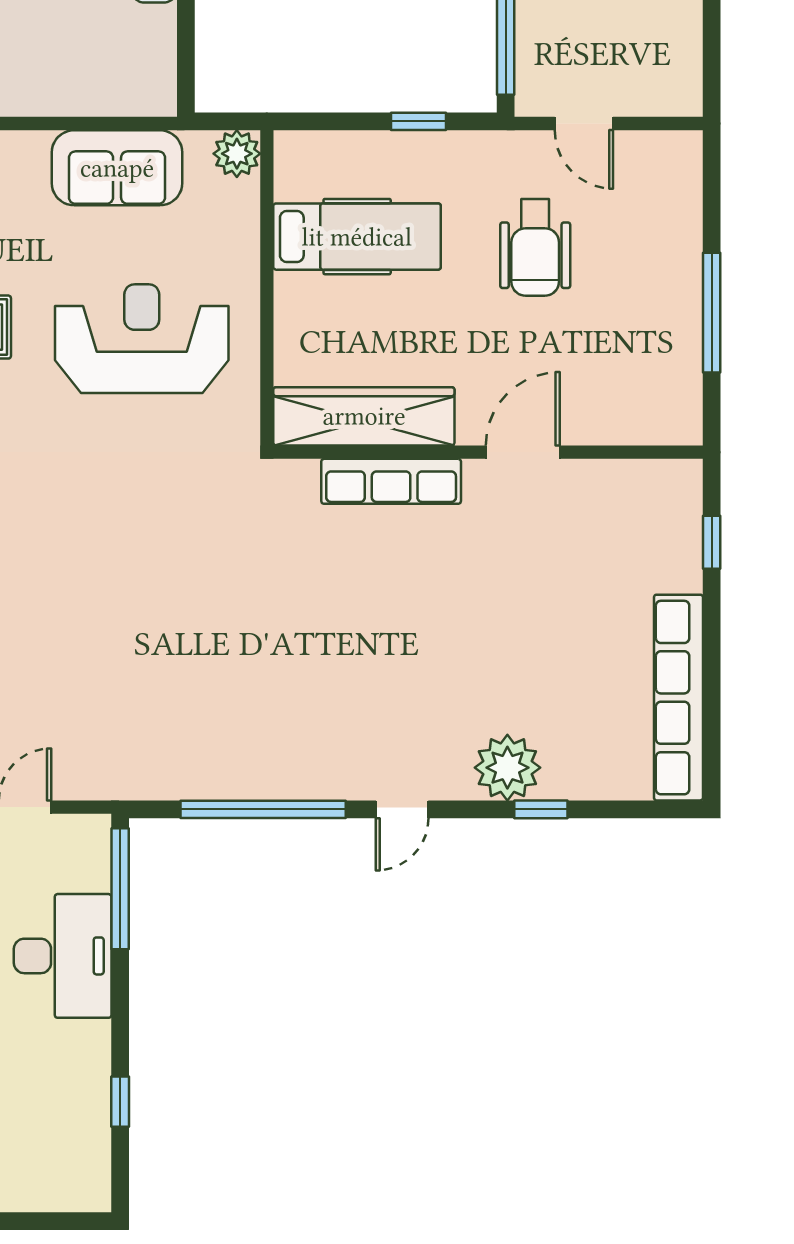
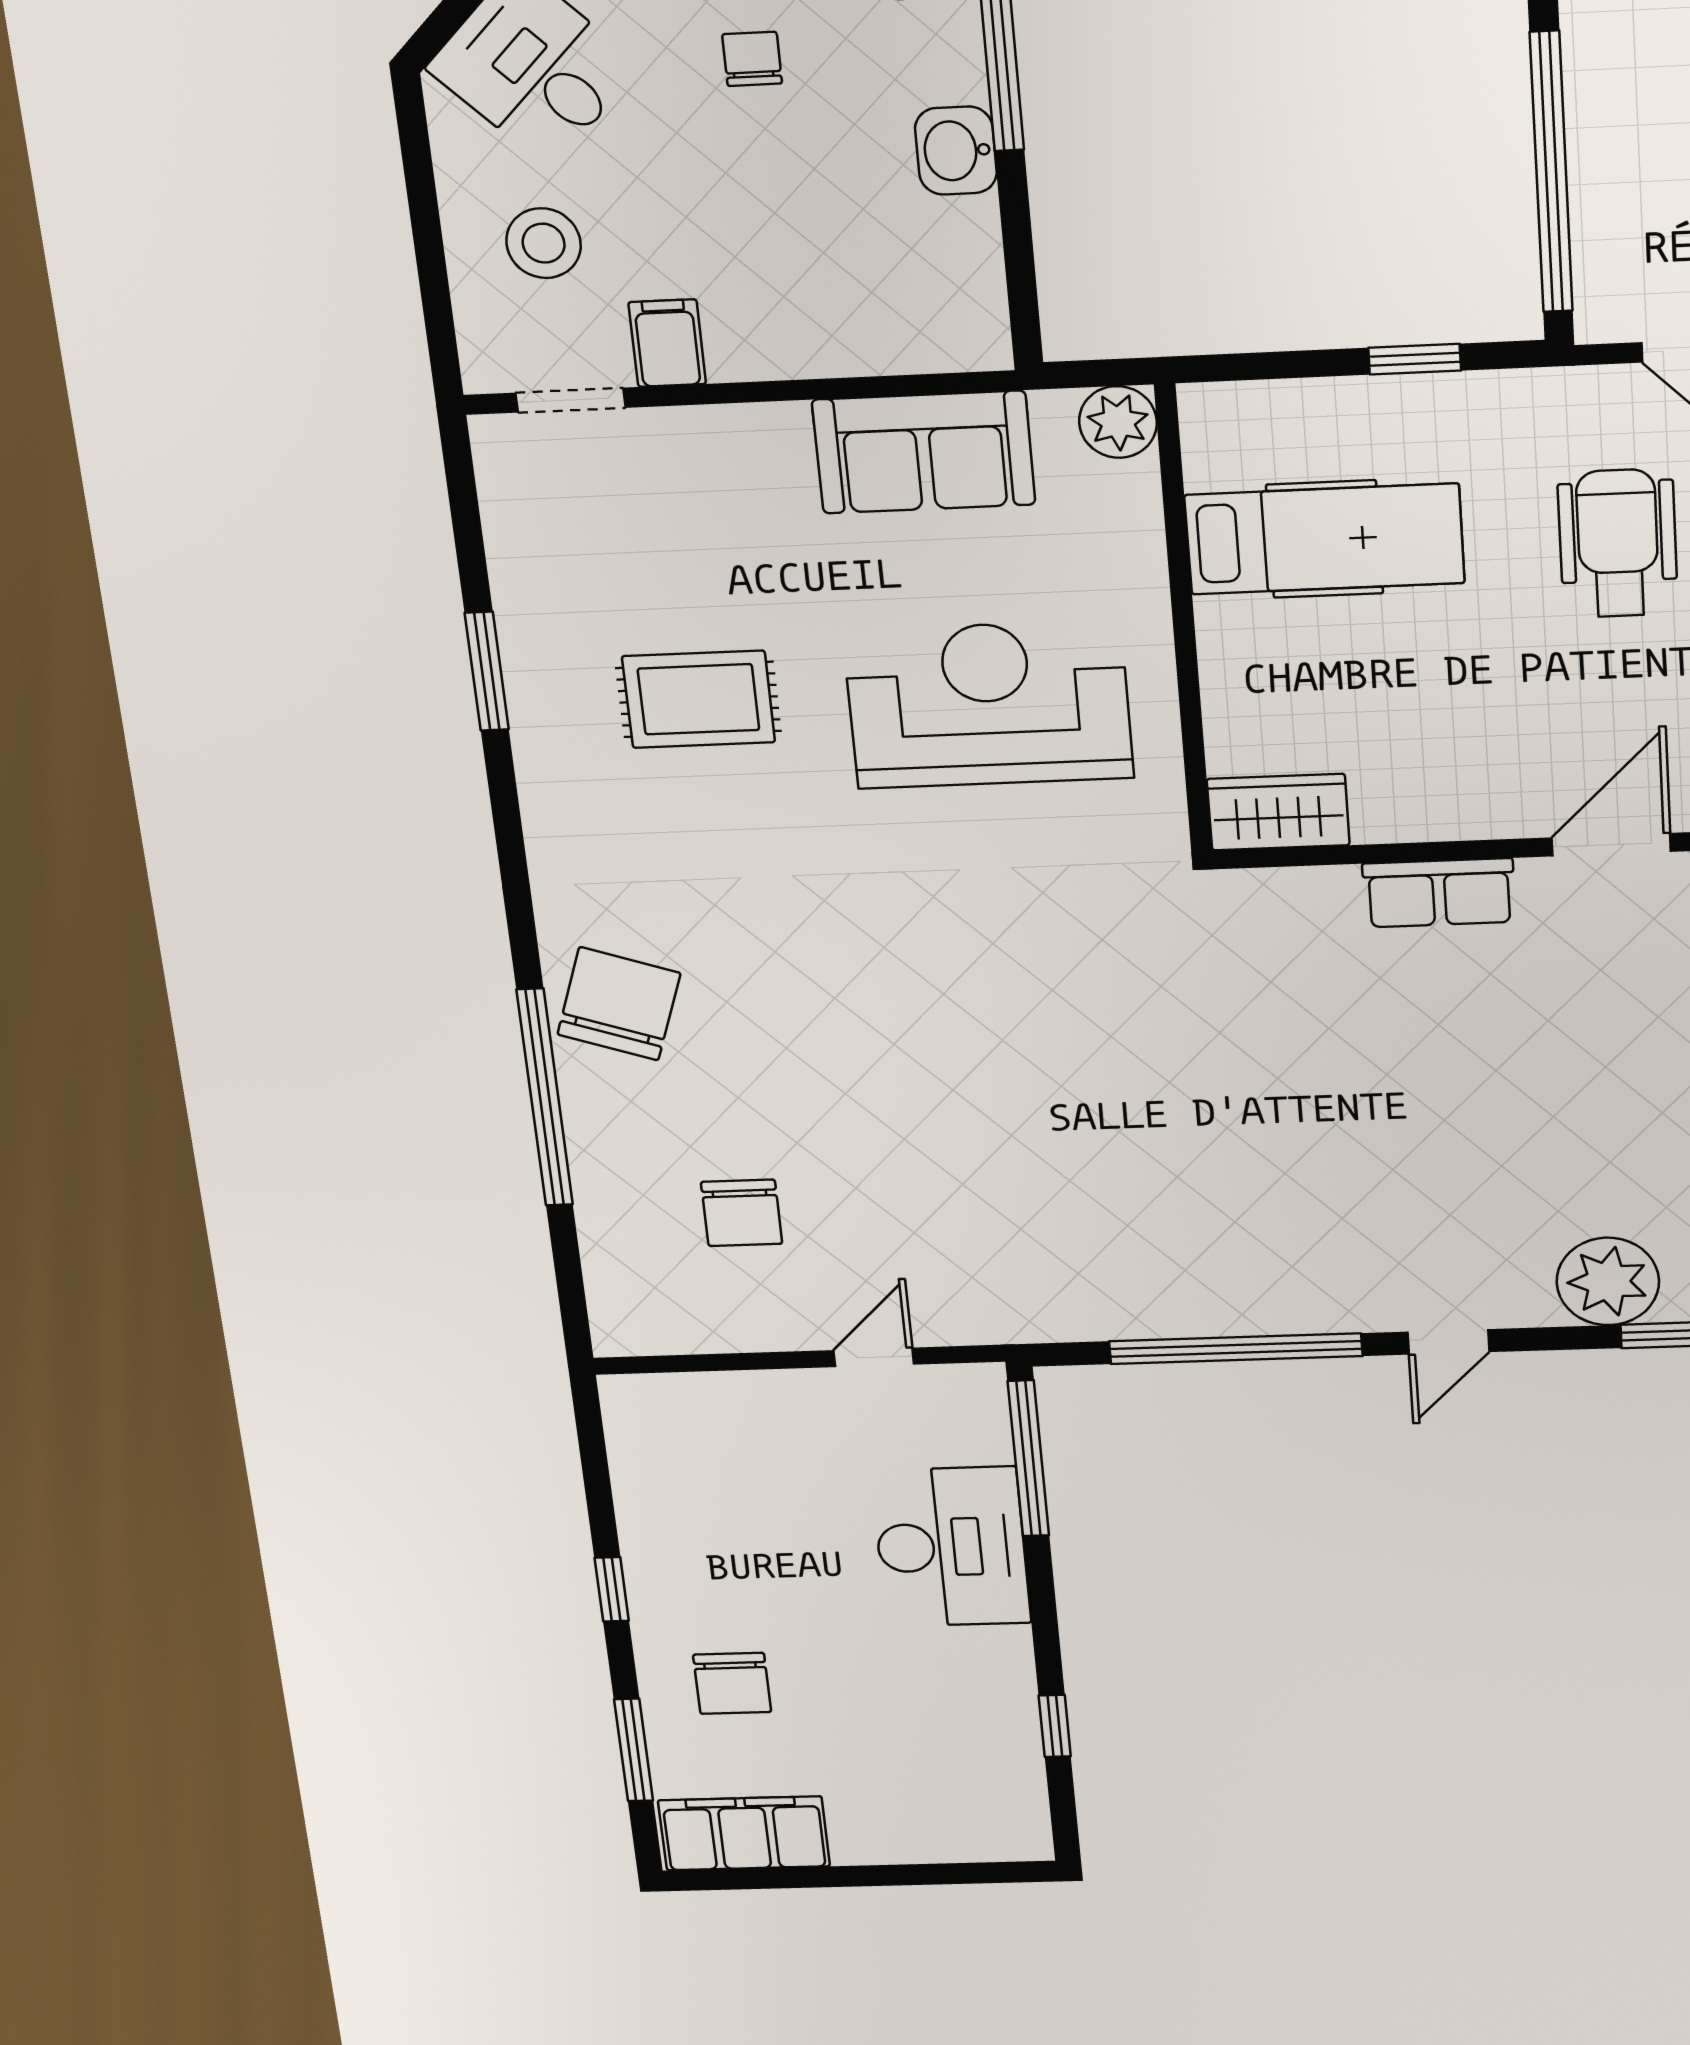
wheelchair: (535, 248) -> (1618, 543), turned 180
wardrobe: (364, 416) -> (1278, 812), width x0.48, depth x0.85
row of seats: (391, 481) -> (1439, 893), width x0.68

